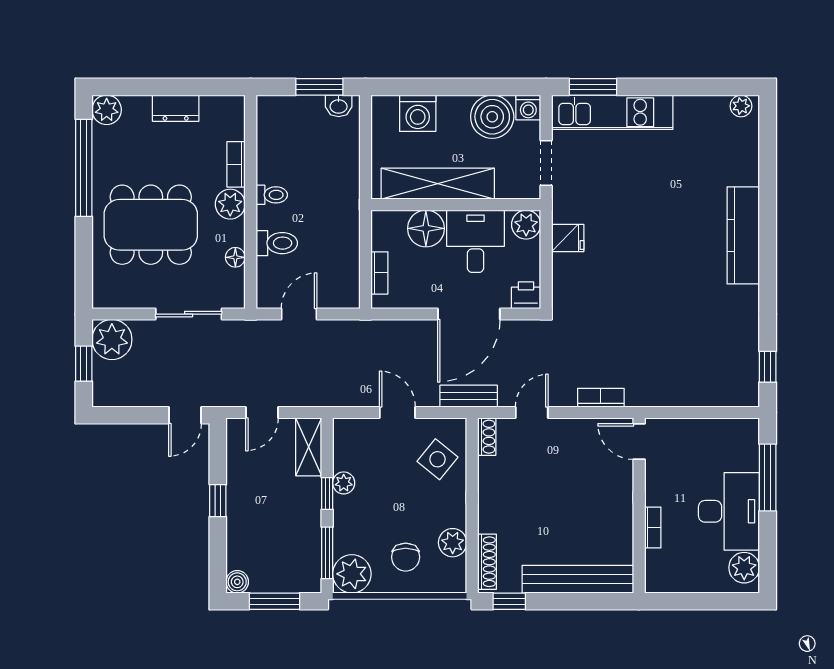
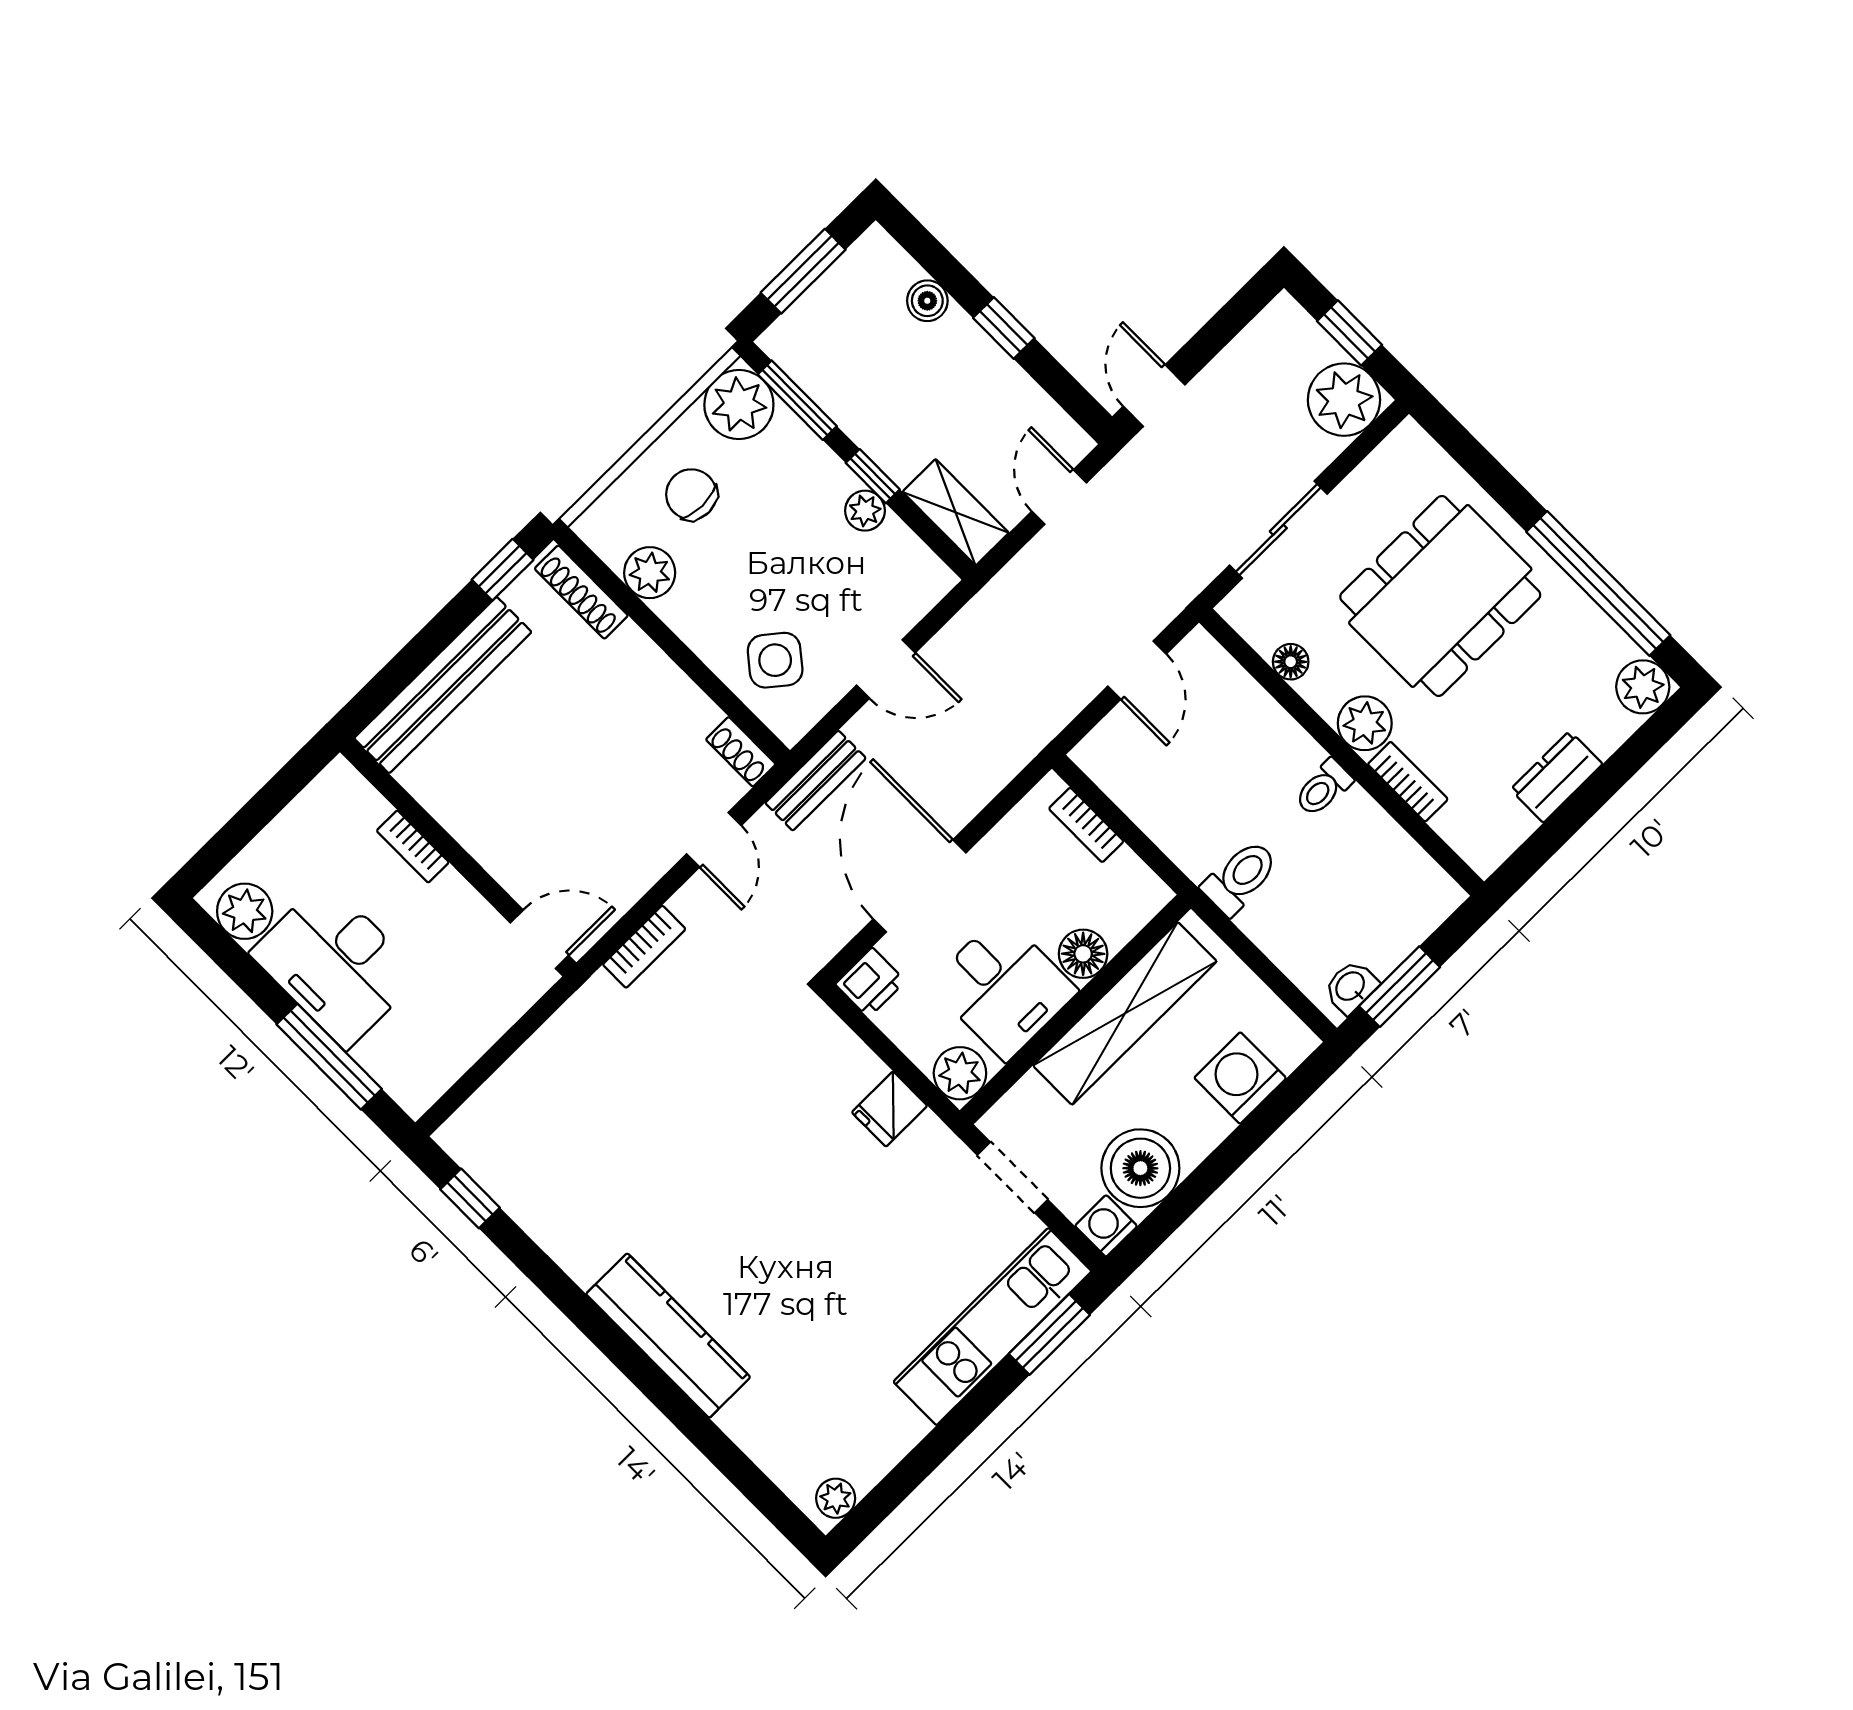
floor lamp: (426, 228) -> (1083, 954), width x0.73, depth x0.73
toilet: (277, 243) -> (1240, 877), moved, turned 180
boiler: (237, 582) -> (927, 301), moved

